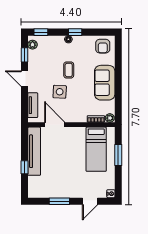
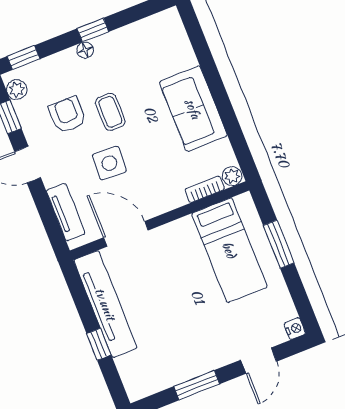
armchair: (103, 46) -> (68, 115), moved, turned 180

